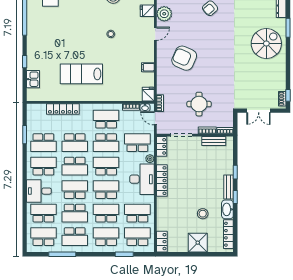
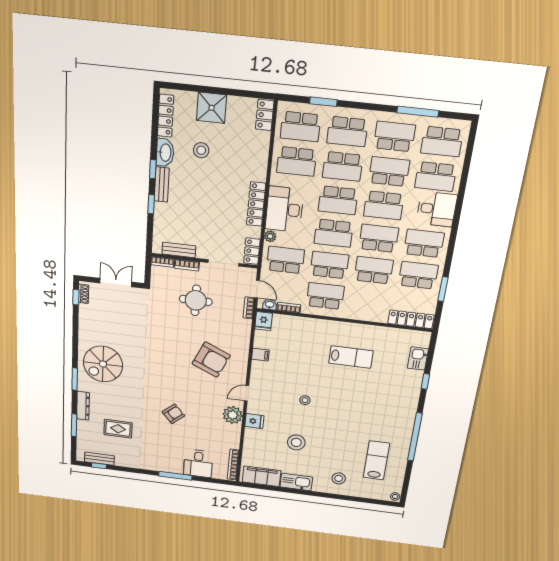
lab bench: (81, 74) -> (351, 357), width x0.73, depth x0.72
locker: (63, 109) -> (411, 319), moved
school desk: (106, 119) -> (325, 296), turned 180
school desk: (137, 143) -> (285, 260), turned 180
school desk: (43, 166) -> (424, 243), turned 180

